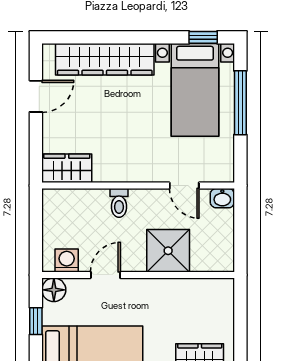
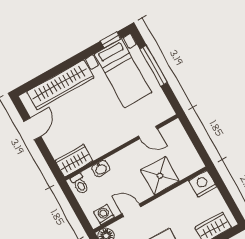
washbasin: (222, 198) -> (101, 169), moved
toilet: (119, 203) -> (80, 184), moved
door: (105, 275) -> (131, 210), hinge flipped
nightstand: (218, 292) -> (203, 184), added

